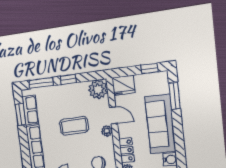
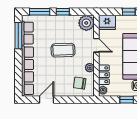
window: (20, 114) -> (18, 36), width x1.44
plant: (107, 131) -> (90, 68), moved

